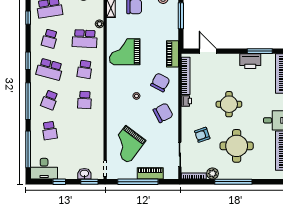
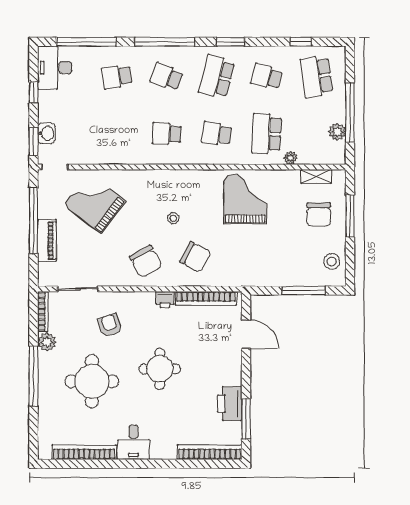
door: (208, 51) -> (246, 334), hinge flipped
piano: (172, 54) -> (242, 277), removed

